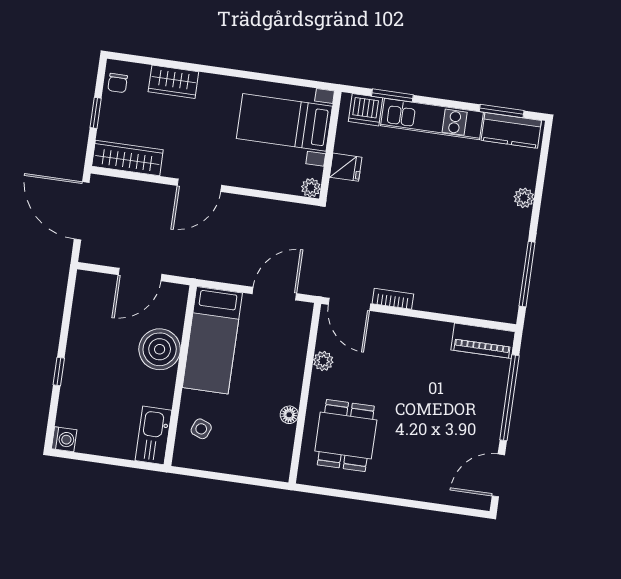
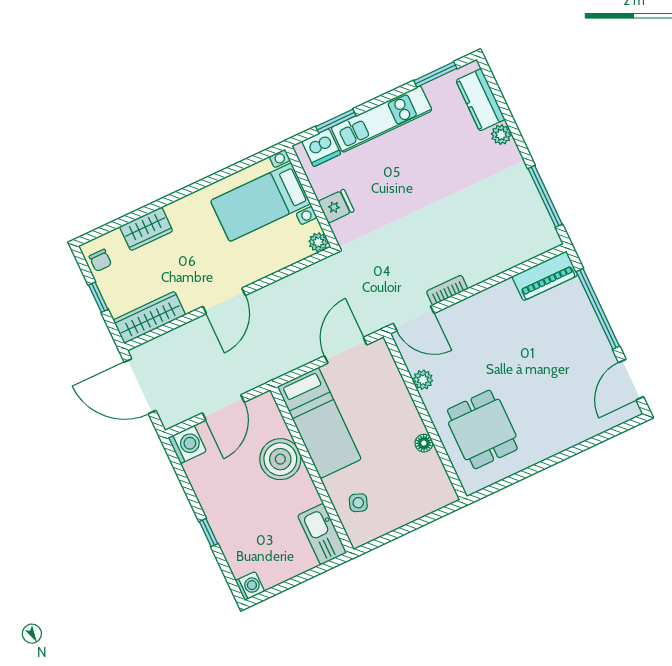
kitchen counter: (511, 130) -> (480, 100), moved, turned 90
washing machine: (89, 286) -> (187, 444), added

